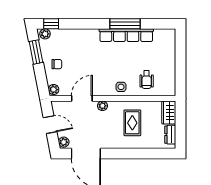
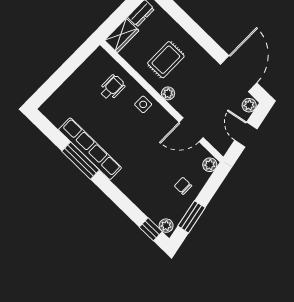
plant: (102, 106) -> (168, 93), moved

